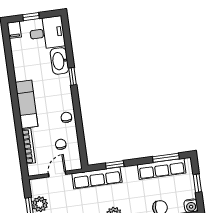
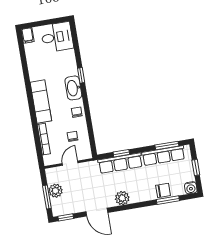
window: (31, 17) -> (42, 23), removed
washbasin: (59, 61) -> (73, 88), moved
row of seats: (97, 178) -> (120, 163), moved

